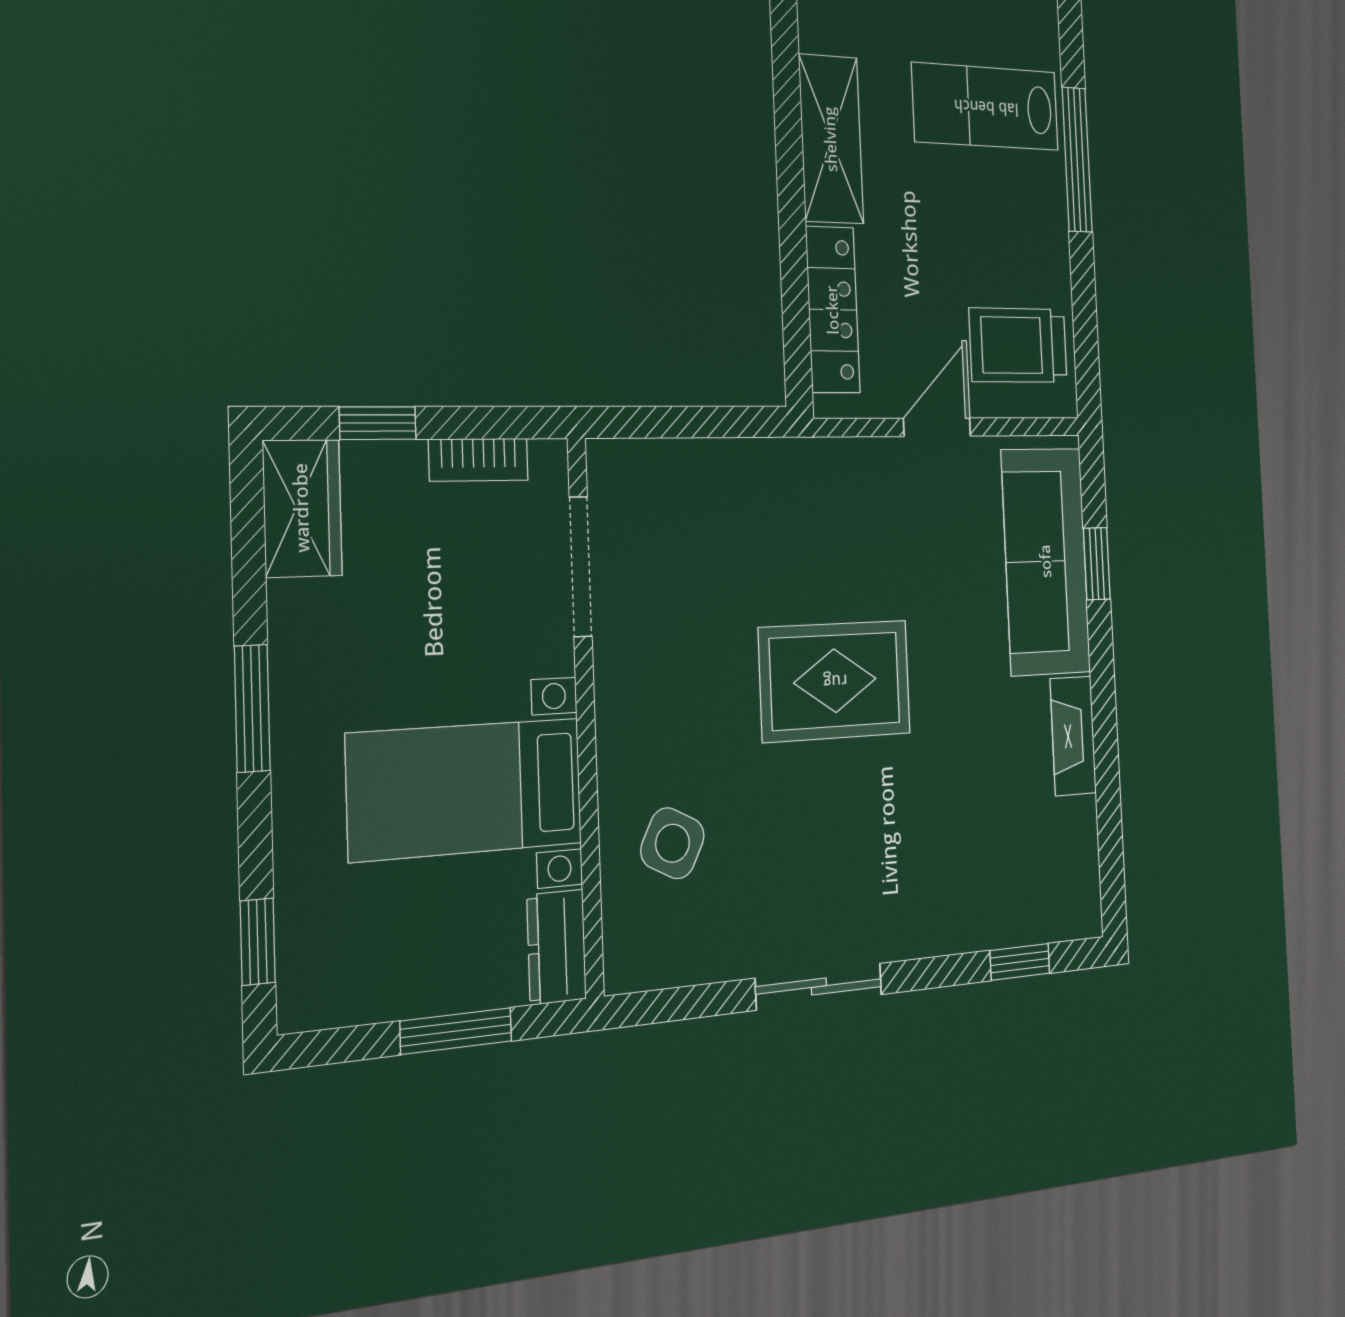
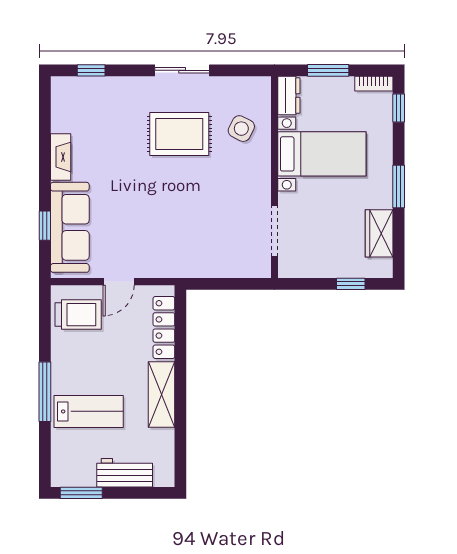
bookcase: (479, 460) -> (374, 84), moved, turned 180
wardrobe: (302, 508) -> (379, 233), moved
rug: (835, 681) -> (179, 134), moved

